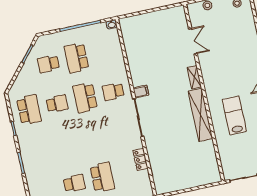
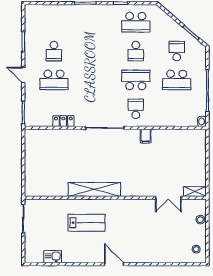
school desk: (77, 58) -> (177, 80), turned 180
shelving: (194, 77) -> (195, 192), moved
filing cabinet: (141, 92) -> (146, 136), moved

